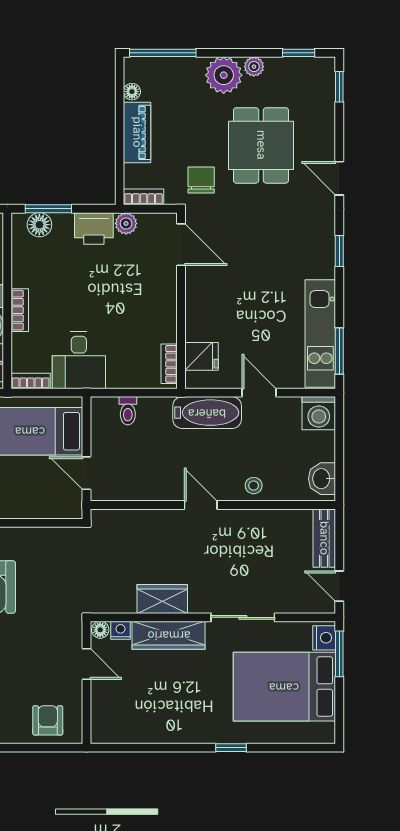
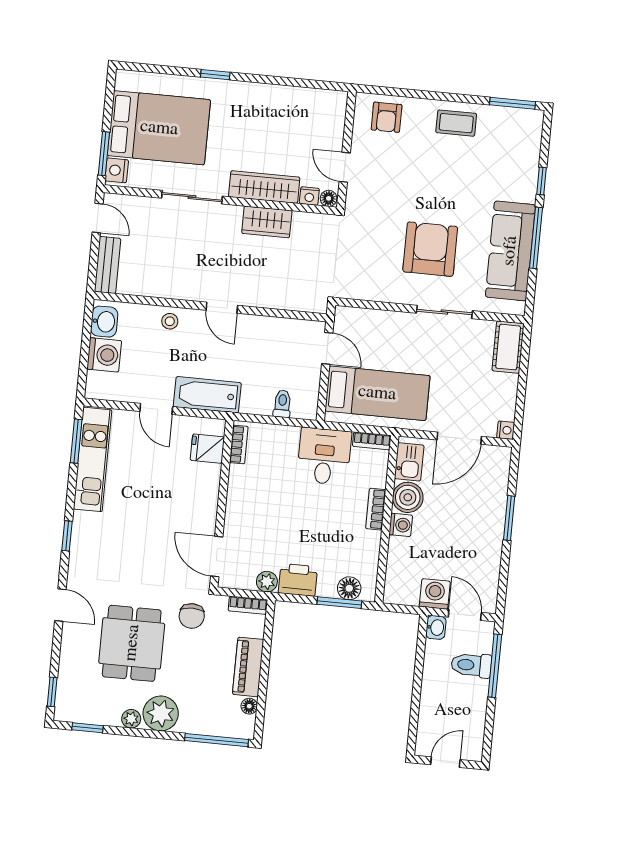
washing machine: (319, 413) -> (104, 355), moved, turned 90

